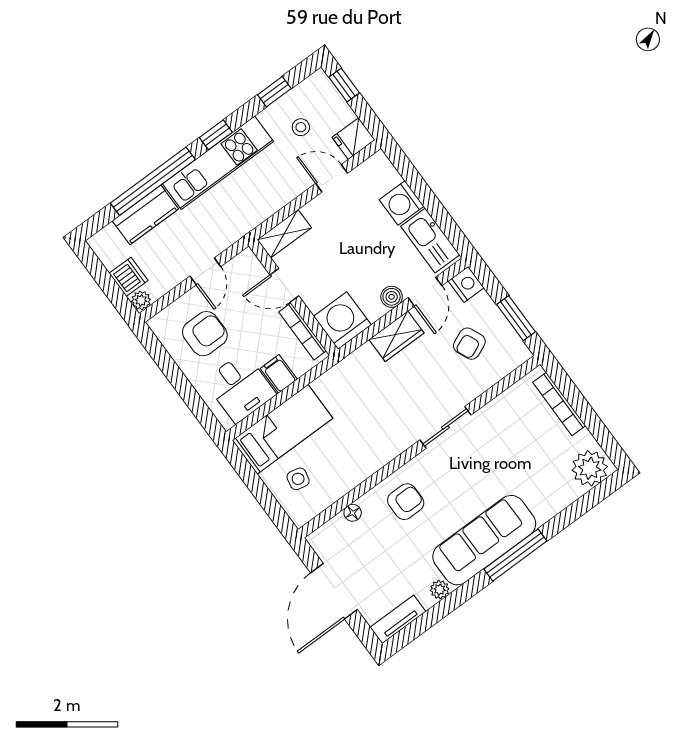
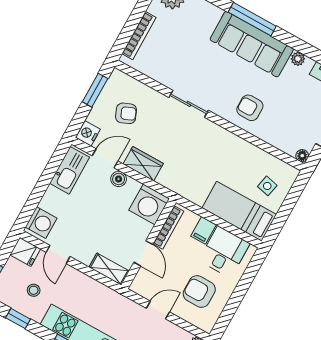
washing machine: (402, 203) -> (41, 223), moved
floor lamp: (353, 513) -> (302, 156), moved

